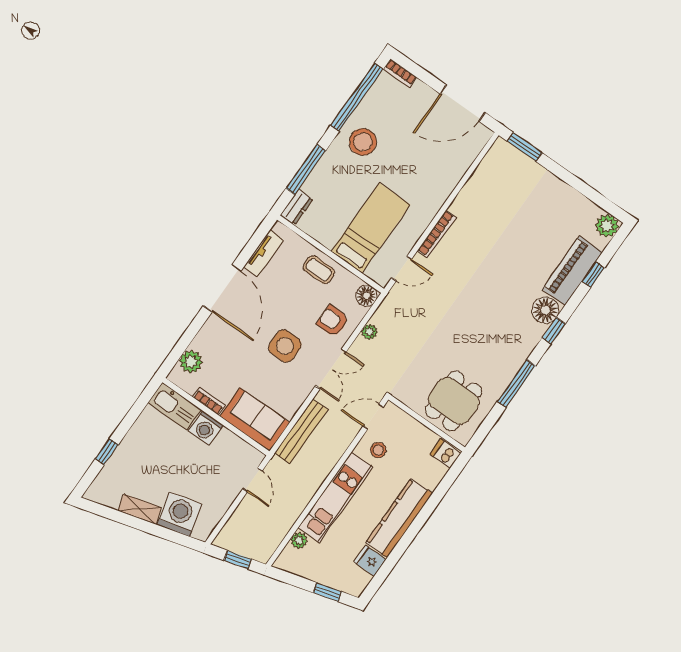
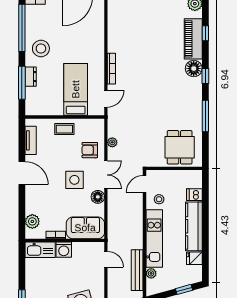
dresser: (297, 207) -> (31, 77), moved
door: (222, 288) -> (22, 173), width x0.73
floor lamp: (367, 296) -> (98, 197), moved
bench: (301, 431) -> (137, 270), moved
dishwasher: (445, 454) -> (194, 195), moved

